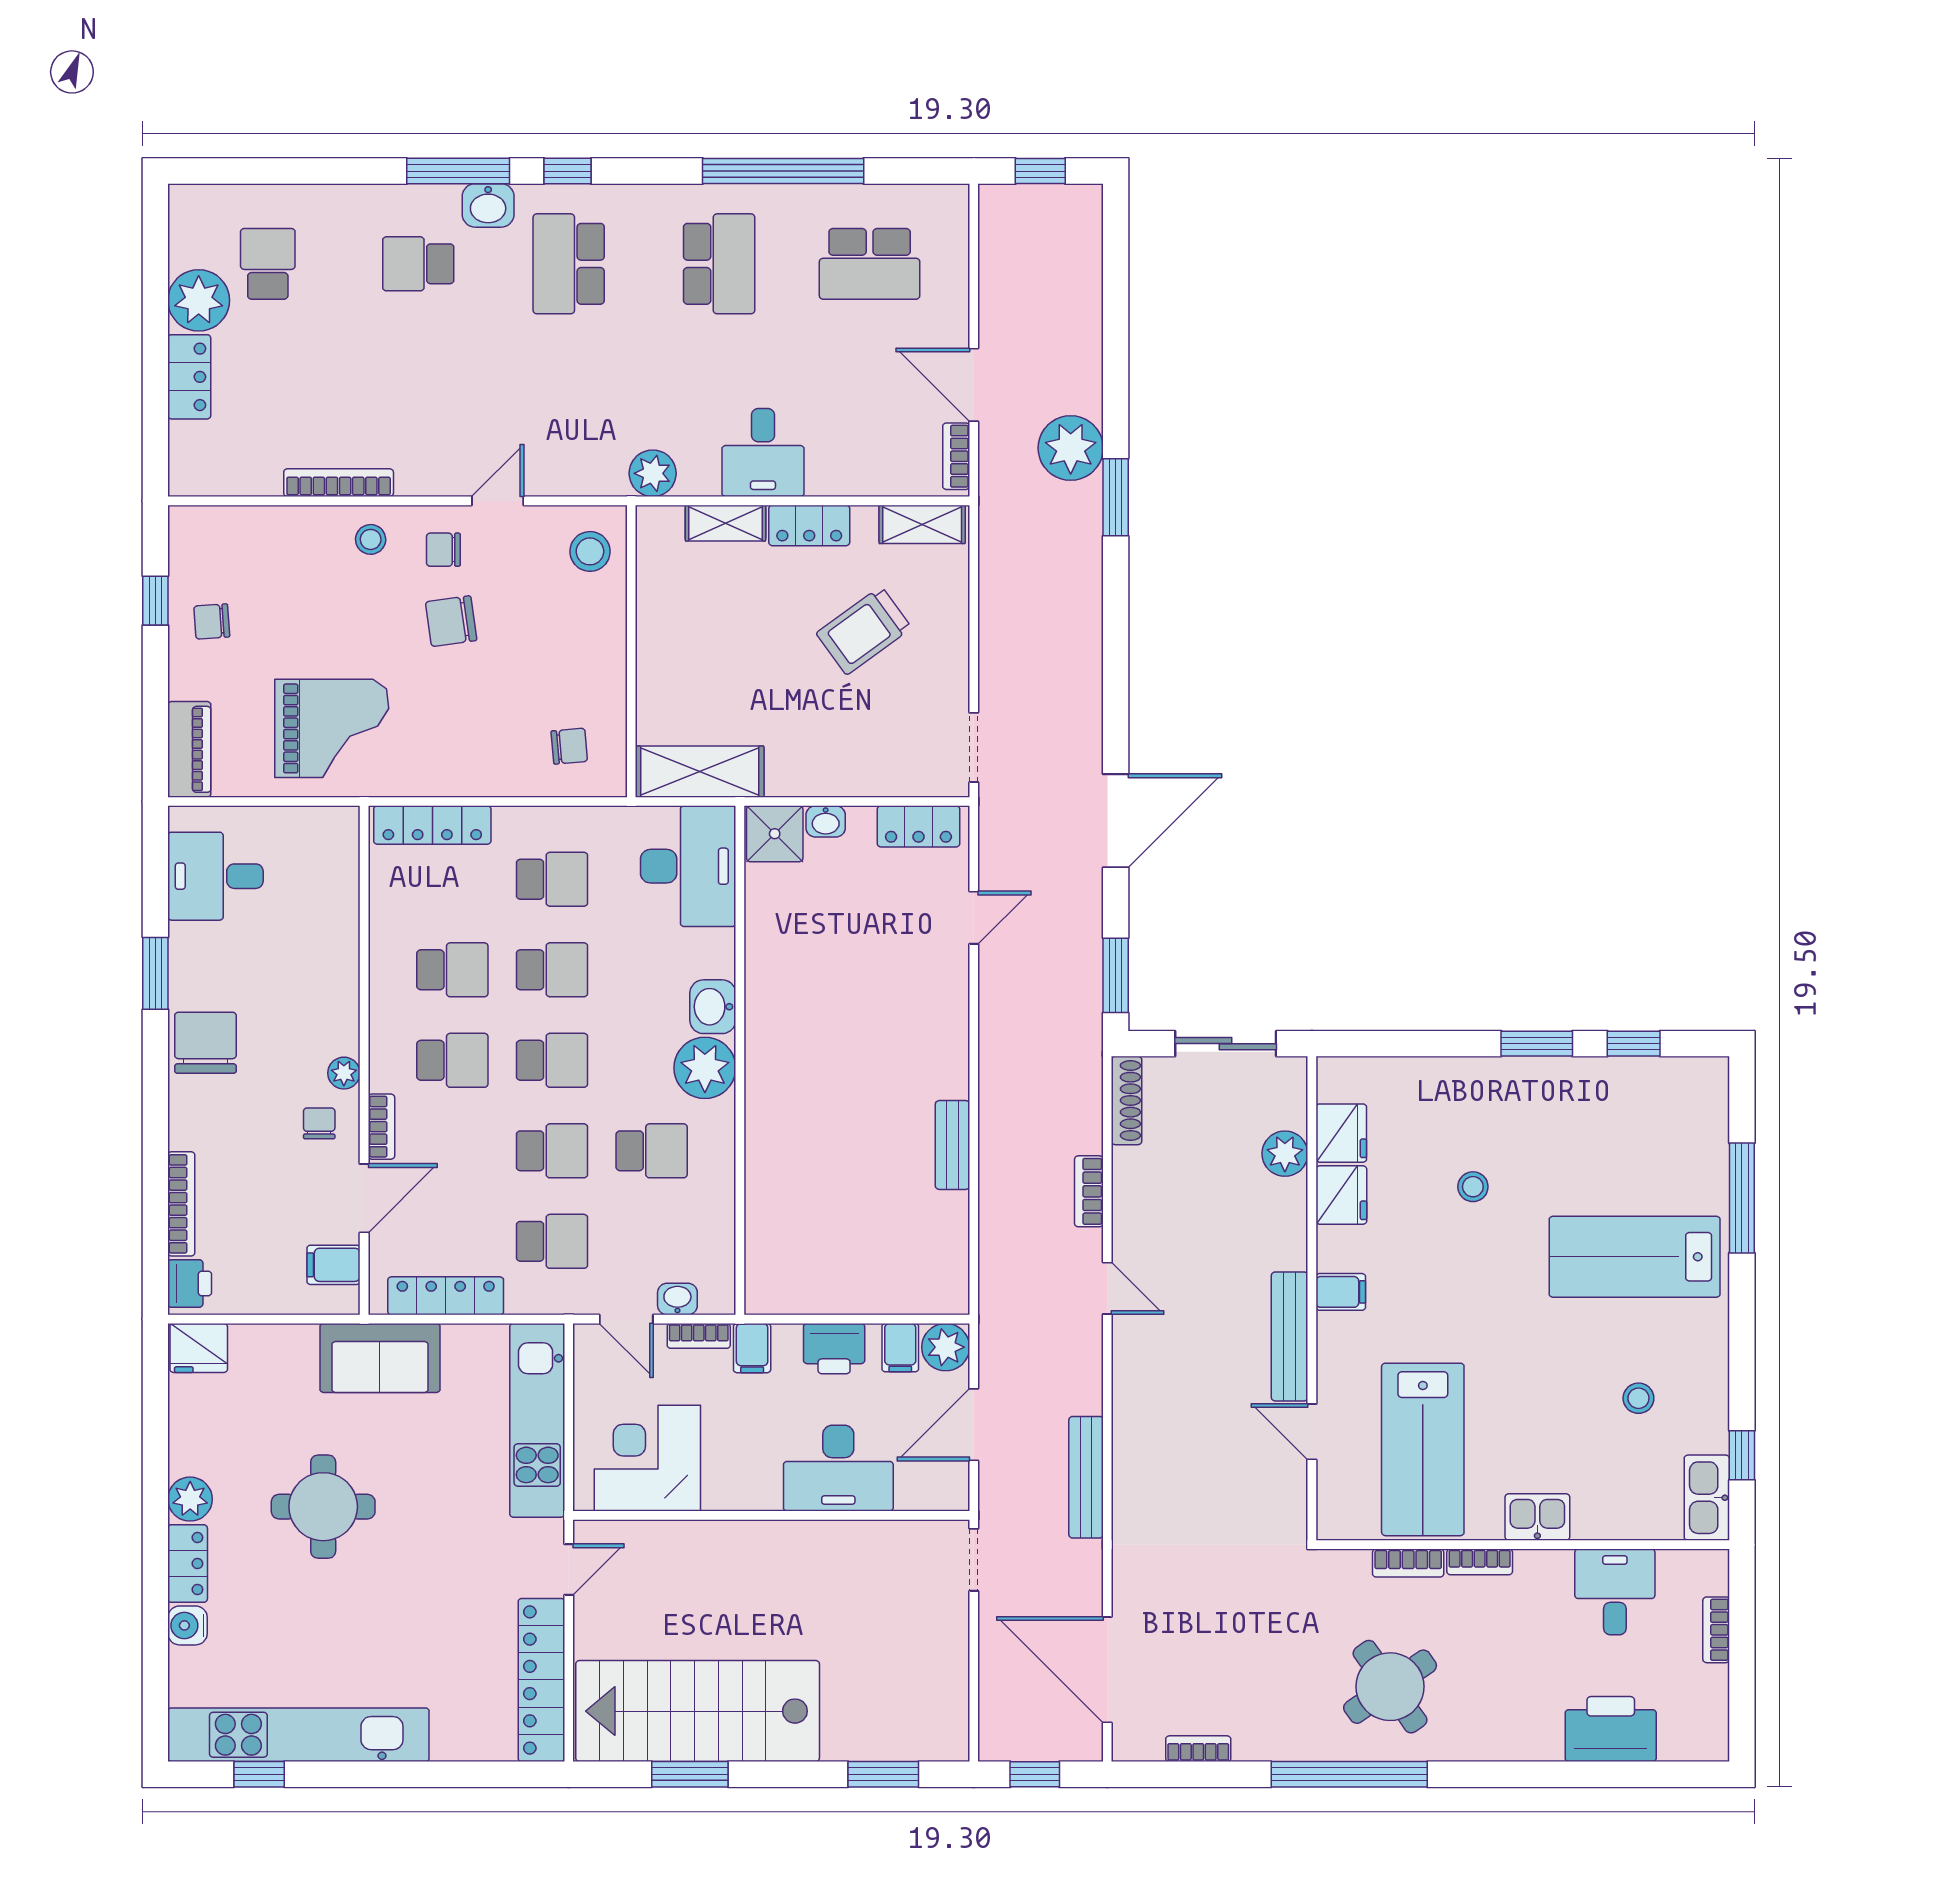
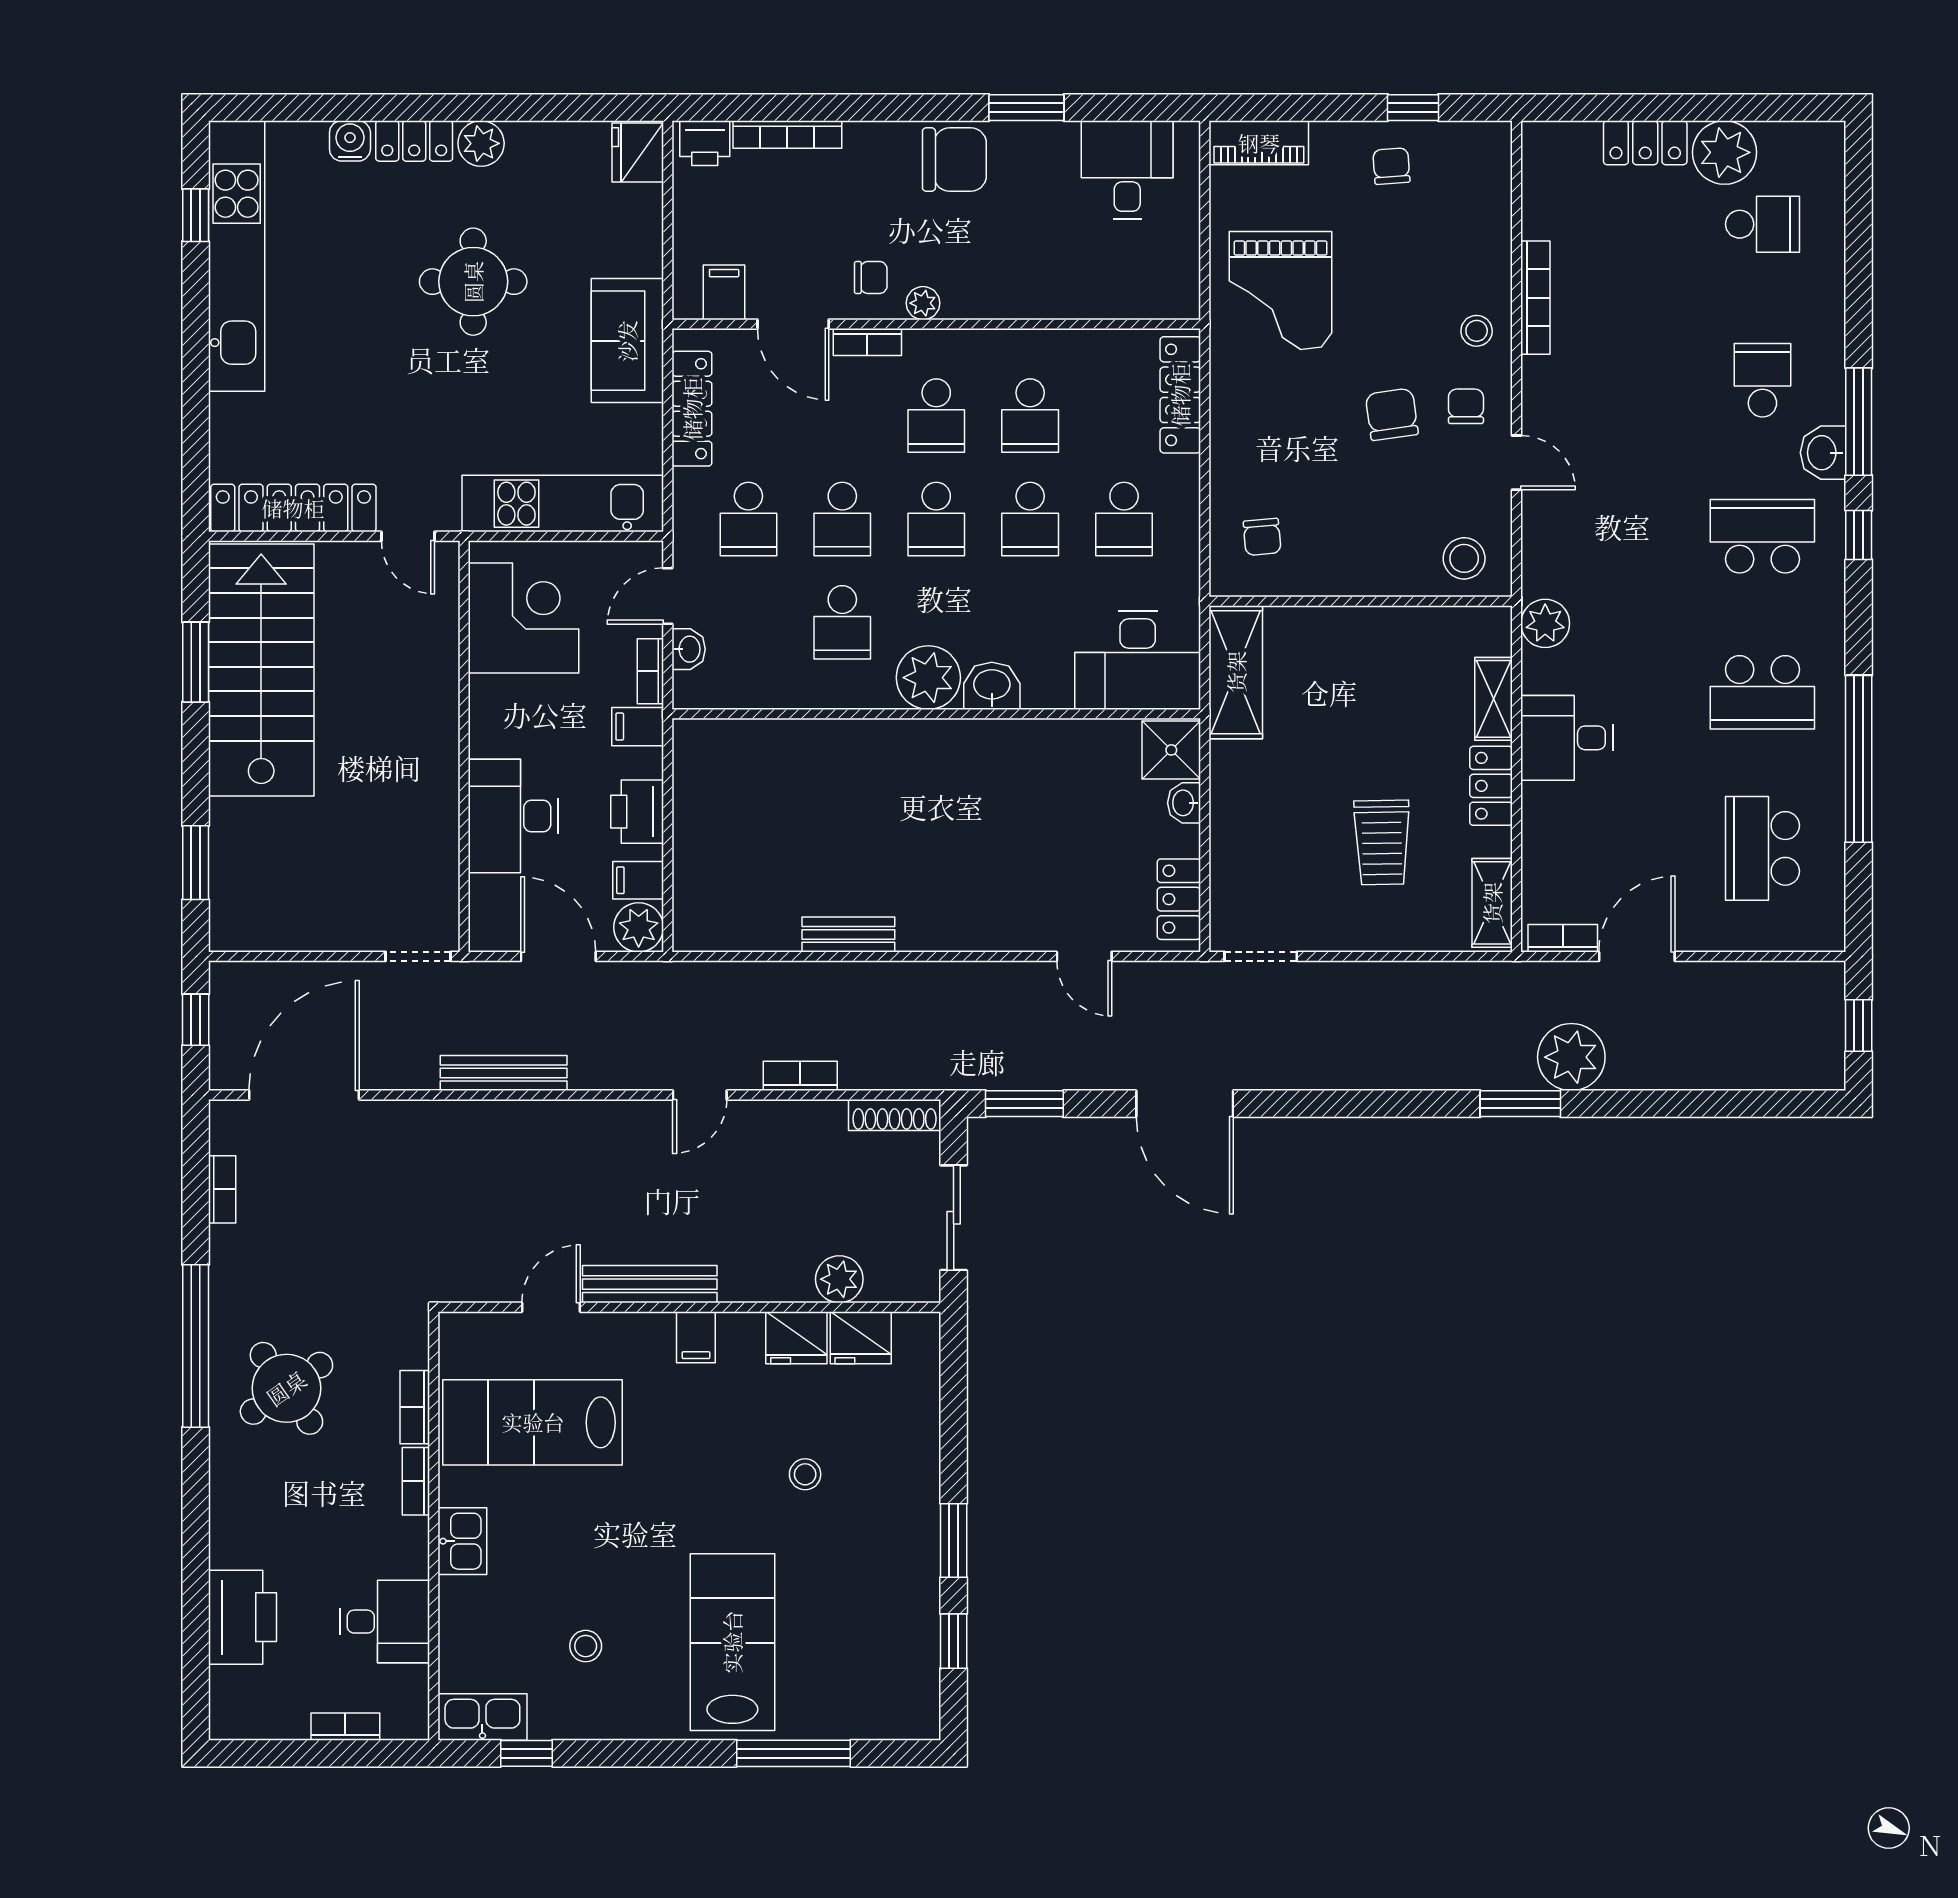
trolley: (864, 631) -> (1382, 842), turned -145

